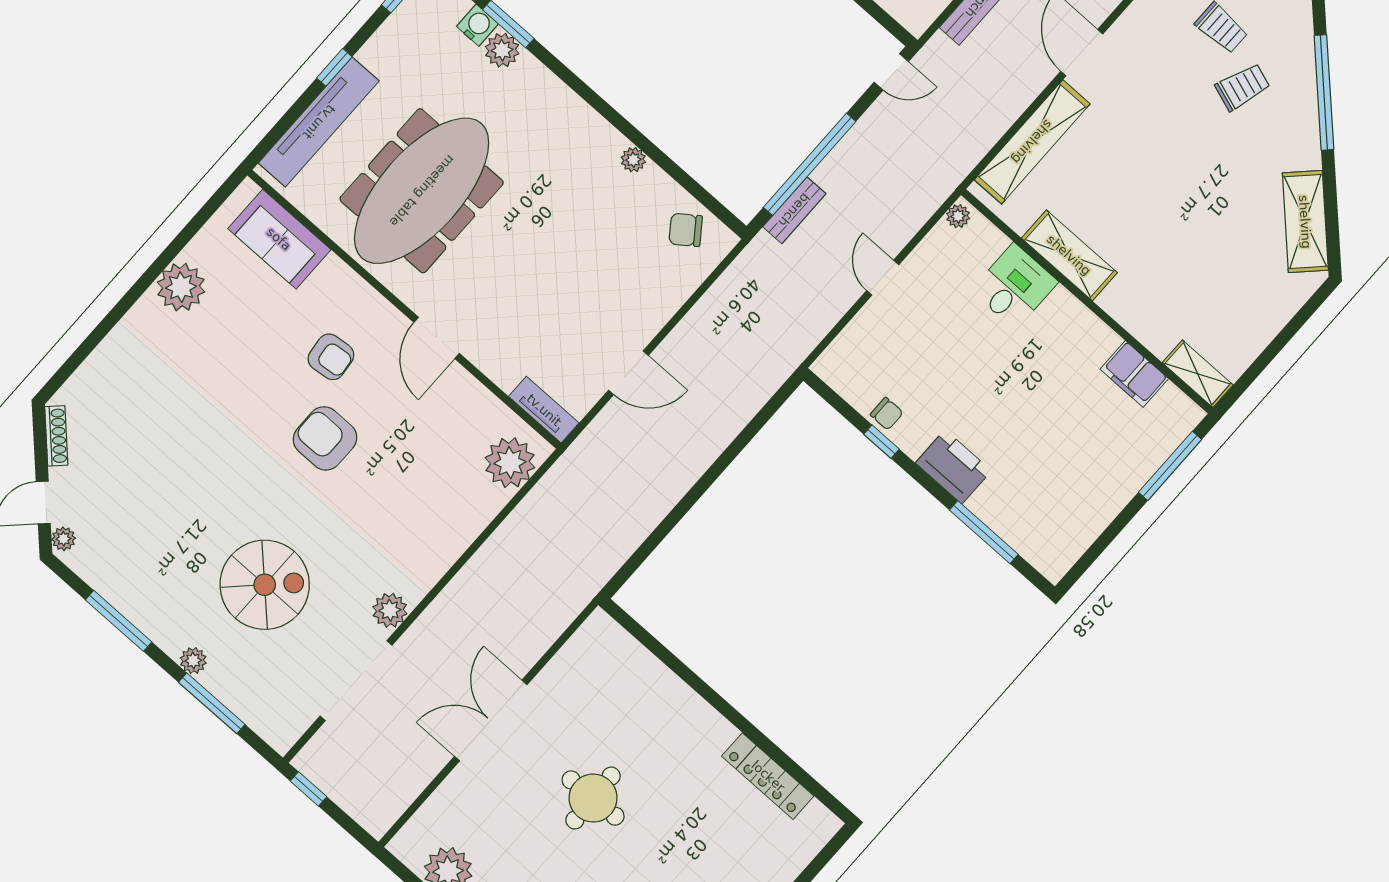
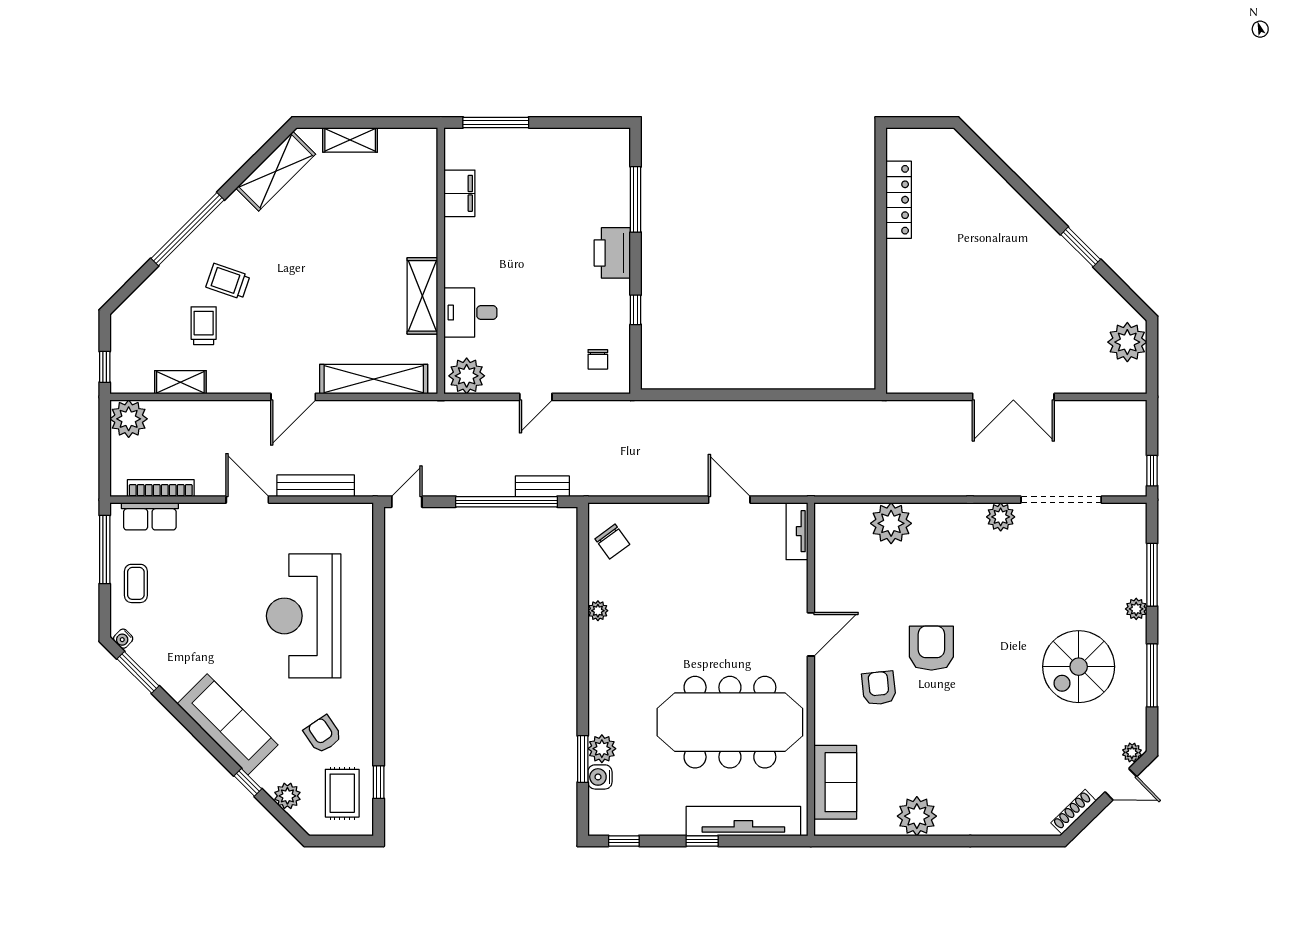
door: (891, 72) -> (407, 502), hinge flipped
plant: (958, 216) -> (467, 376), width x1.87, depth x1.87
shelving: (1198, 374) -> (350, 140), moved, turned 90
chair: (887, 414) -> (598, 359), moved, turned 180
armchair: (325, 438) -> (931, 648), turned 180
plant: (510, 463) -> (891, 523), moved
spiral stairs: (265, 585) -> (1079, 667), moved, turned -90
round table: (593, 798) -> (1005, 294), removed

